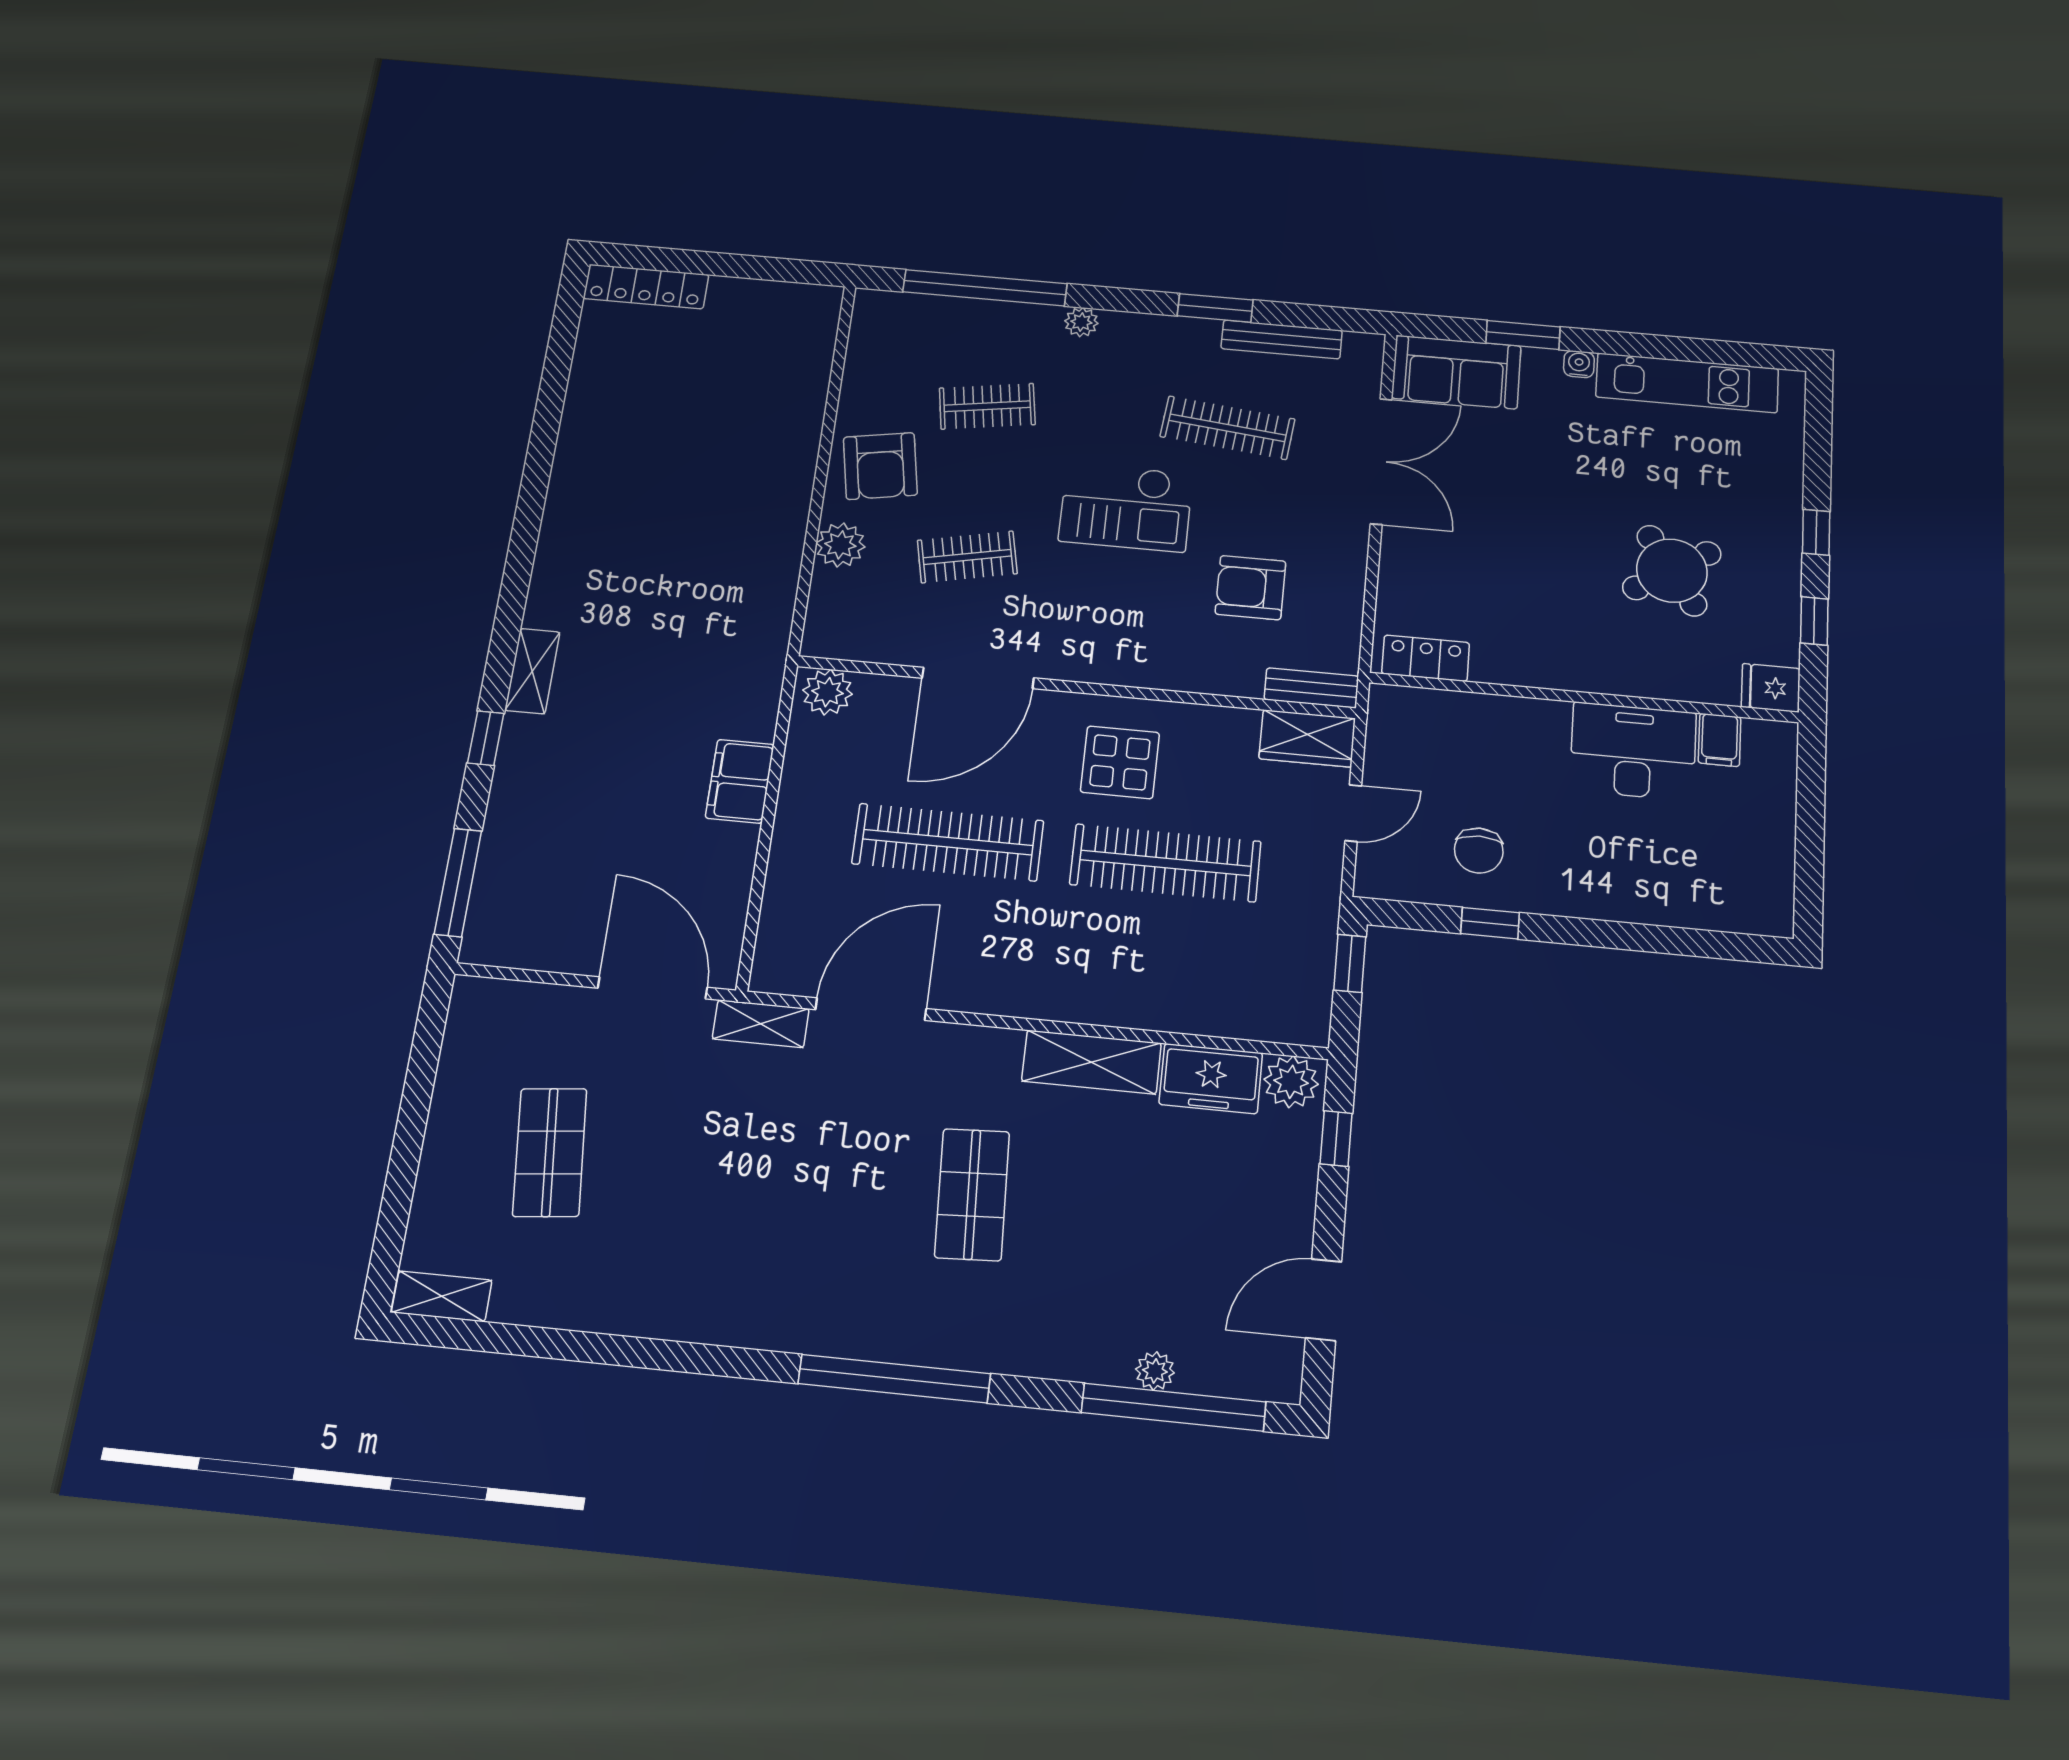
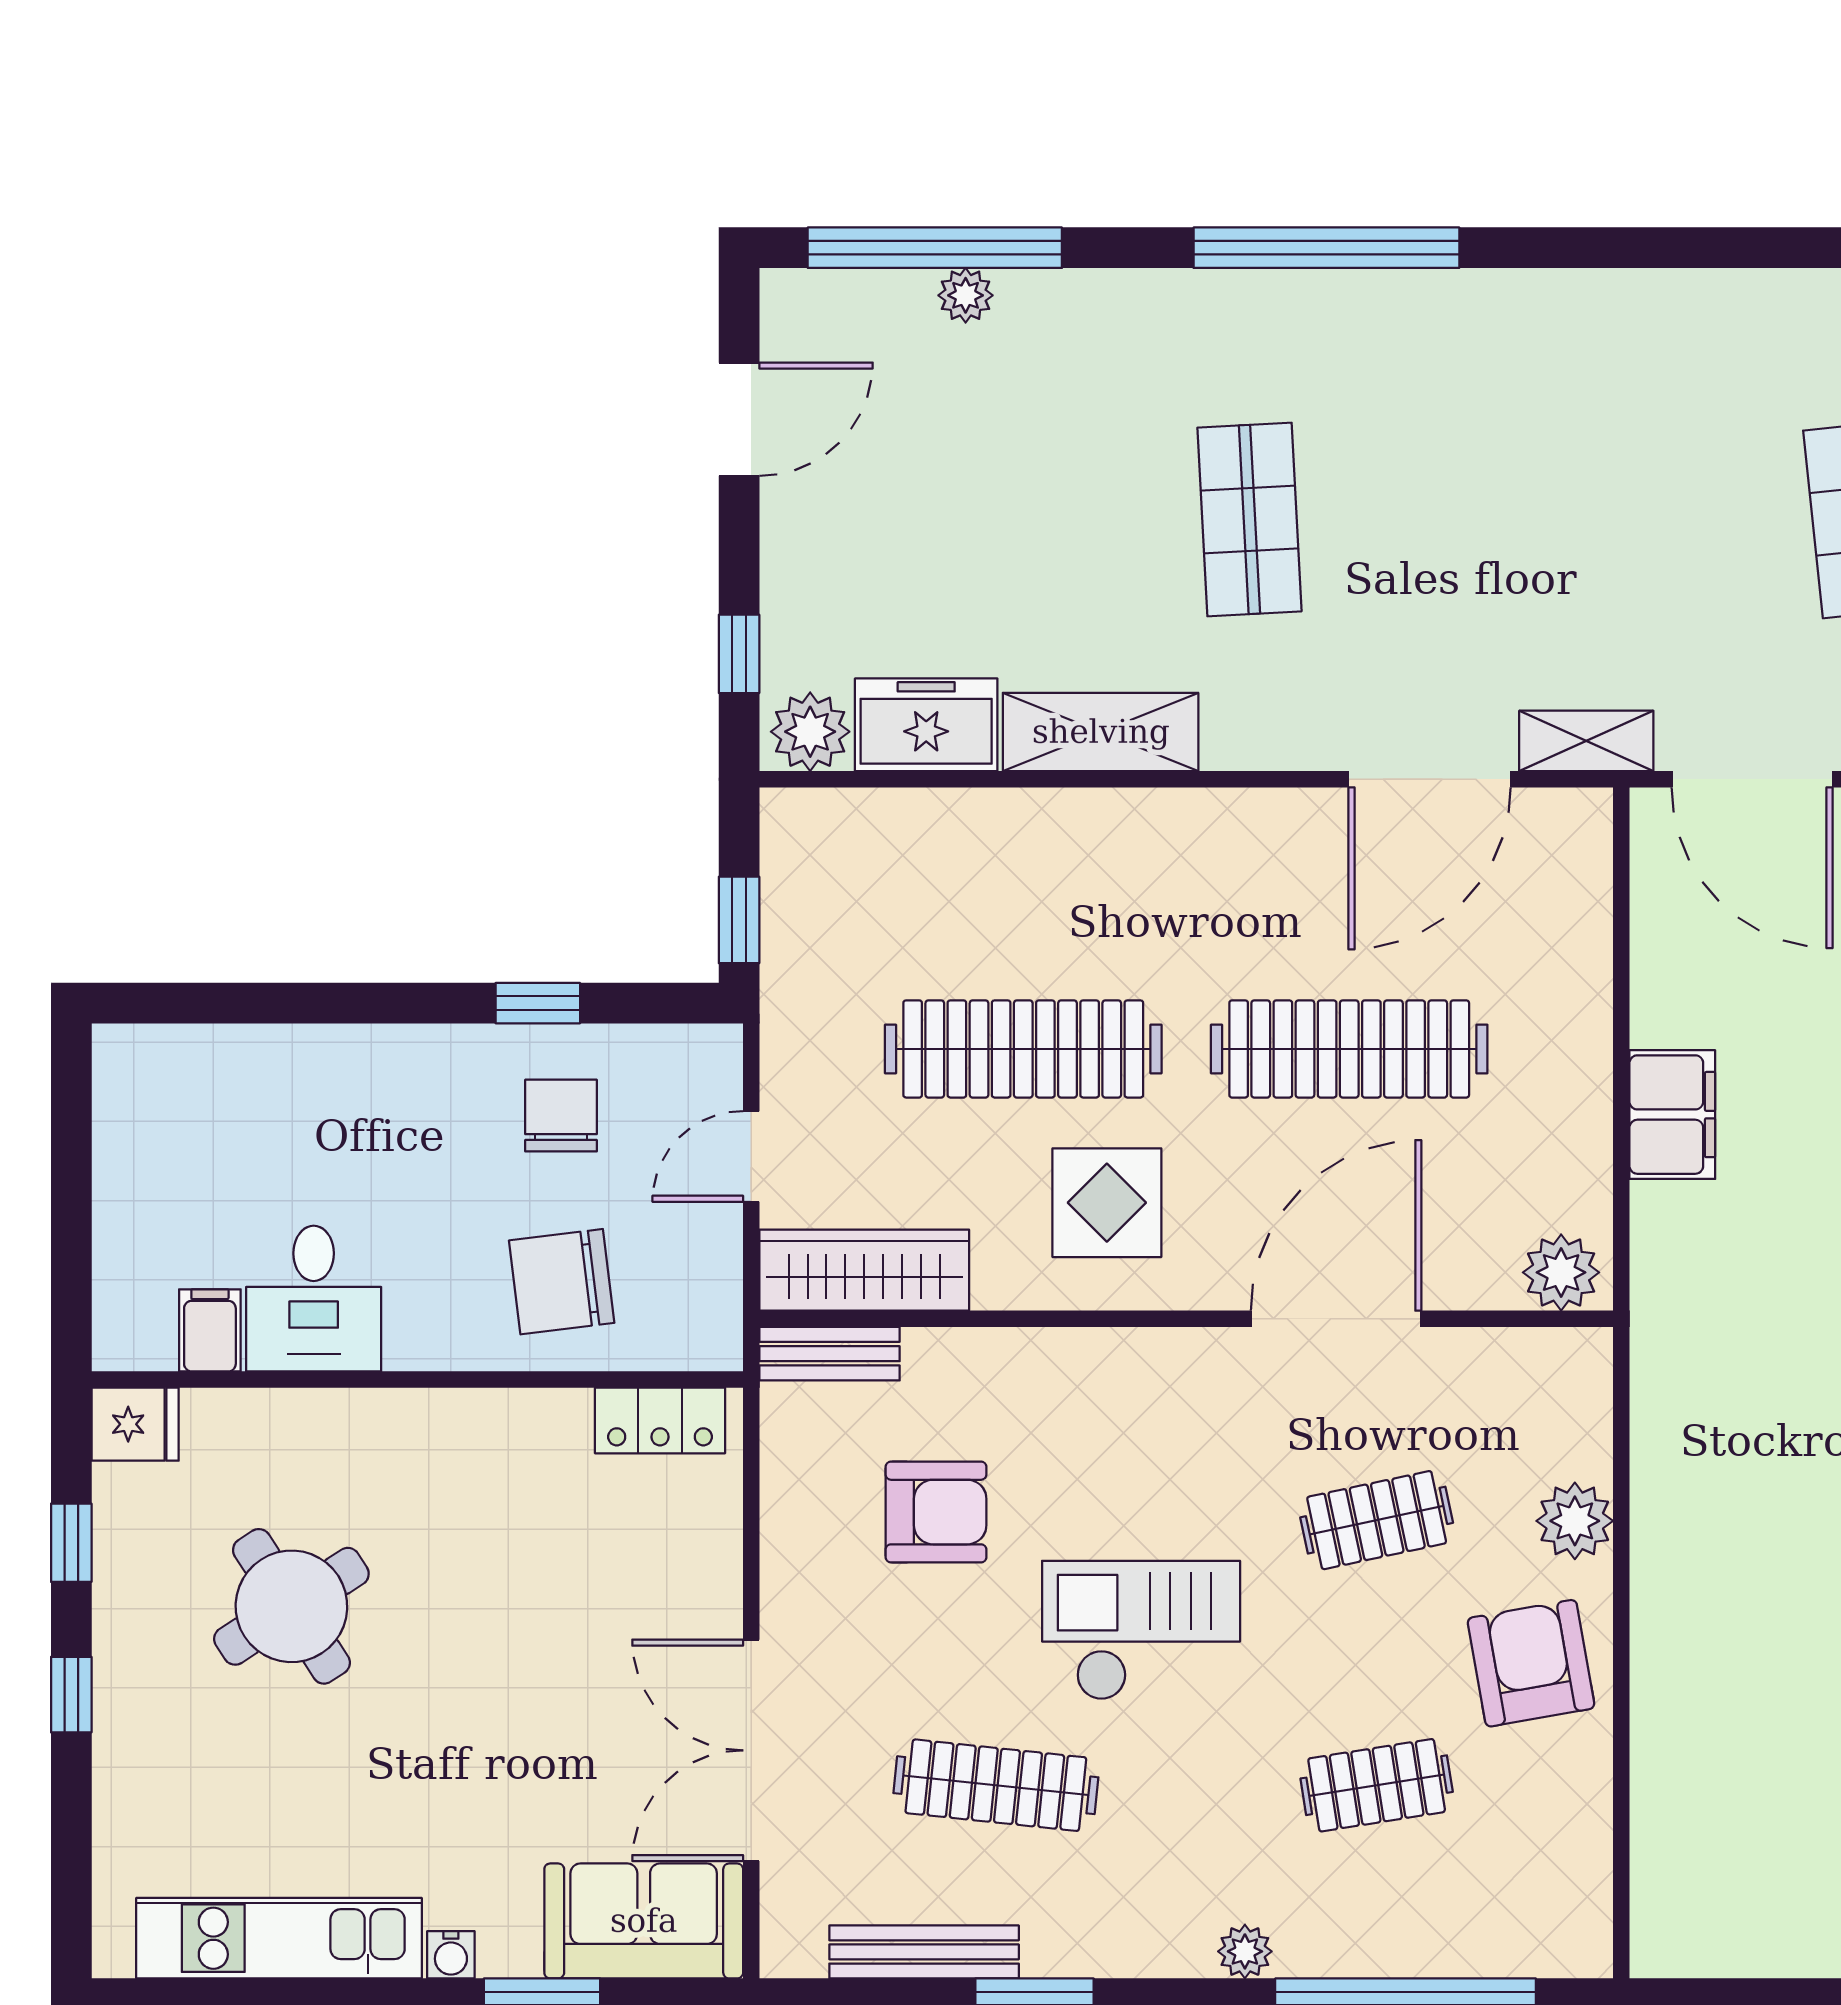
wardrobe: (1307, 738) -> (864, 1270), width x1.50
chair: (1485, 748) -> (562, 1282), added
desk: (1633, 751) -> (314, 1299), width x0.73

